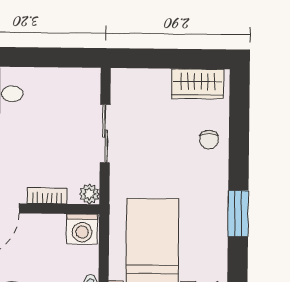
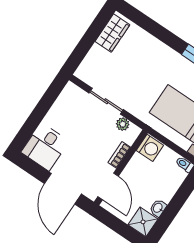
chair: (209, 140) -> (147, 47), removed
plant: (89, 194) -> (123, 124), moved

